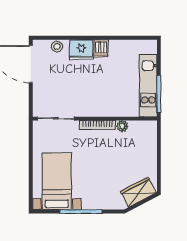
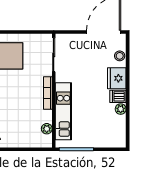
plant: (115, 45) -> (121, 109), added
kitchen unit: (148, 86) -> (63, 111), moved, turned 90
plant: (122, 126) -> (47, 129), moved

